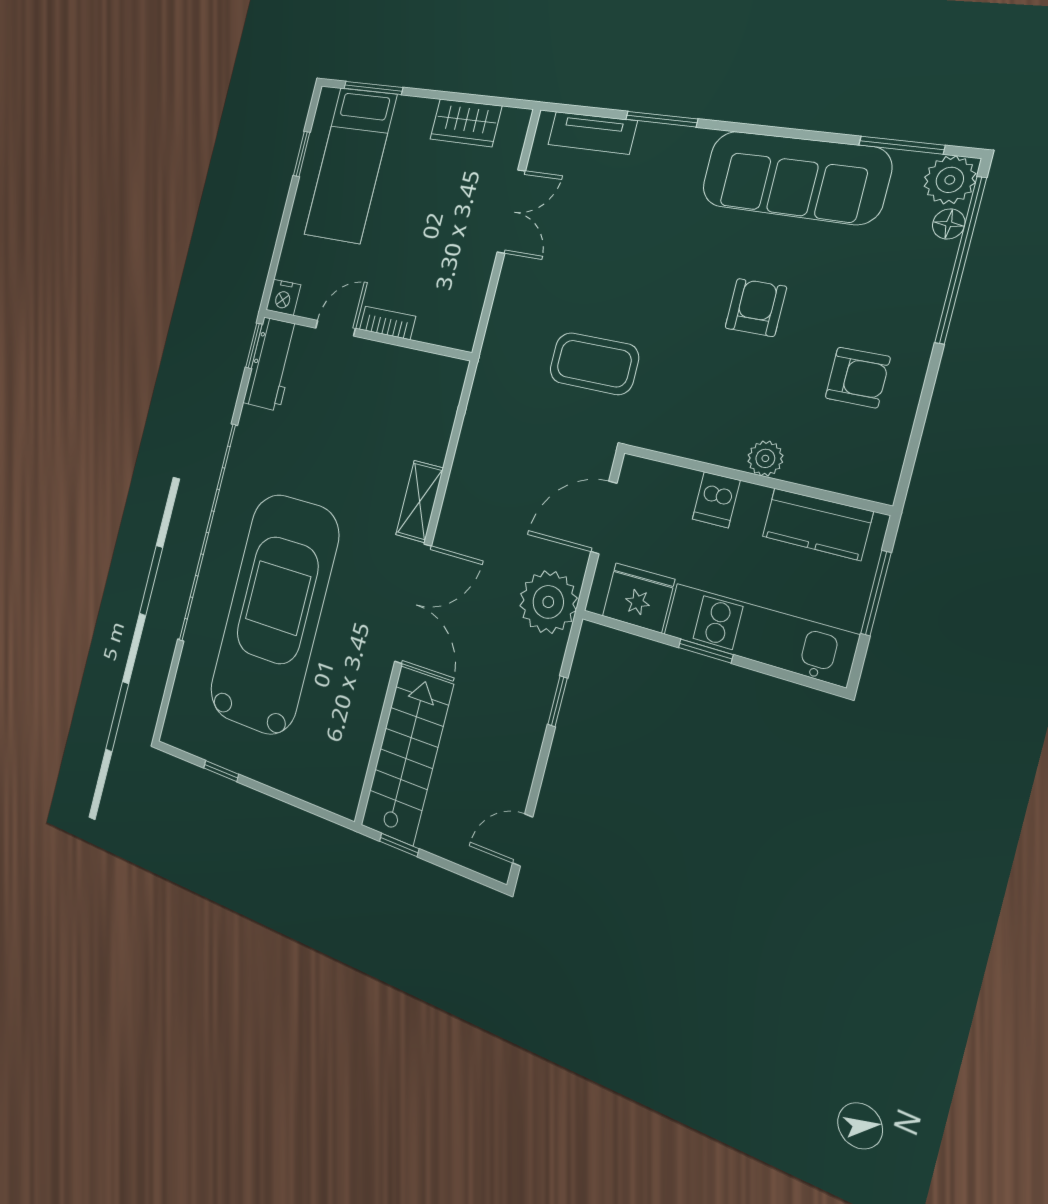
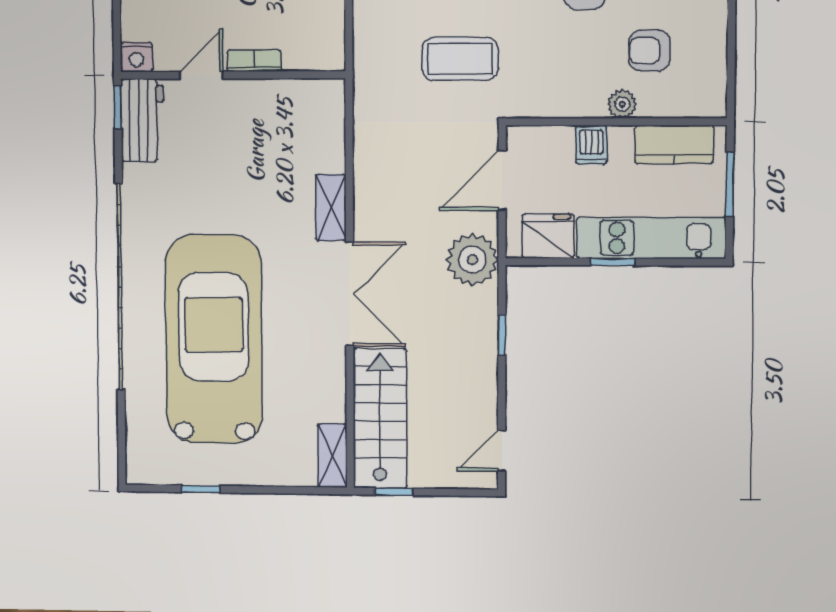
armchair: (858, 378) -> (649, 51), moved, turned 180
shelving: (350, 781) -> (332, 456), added

